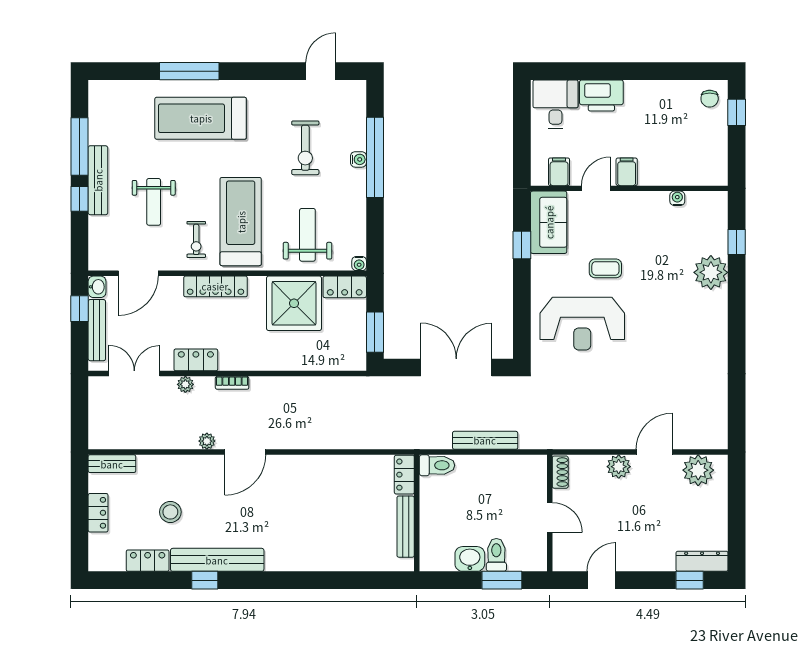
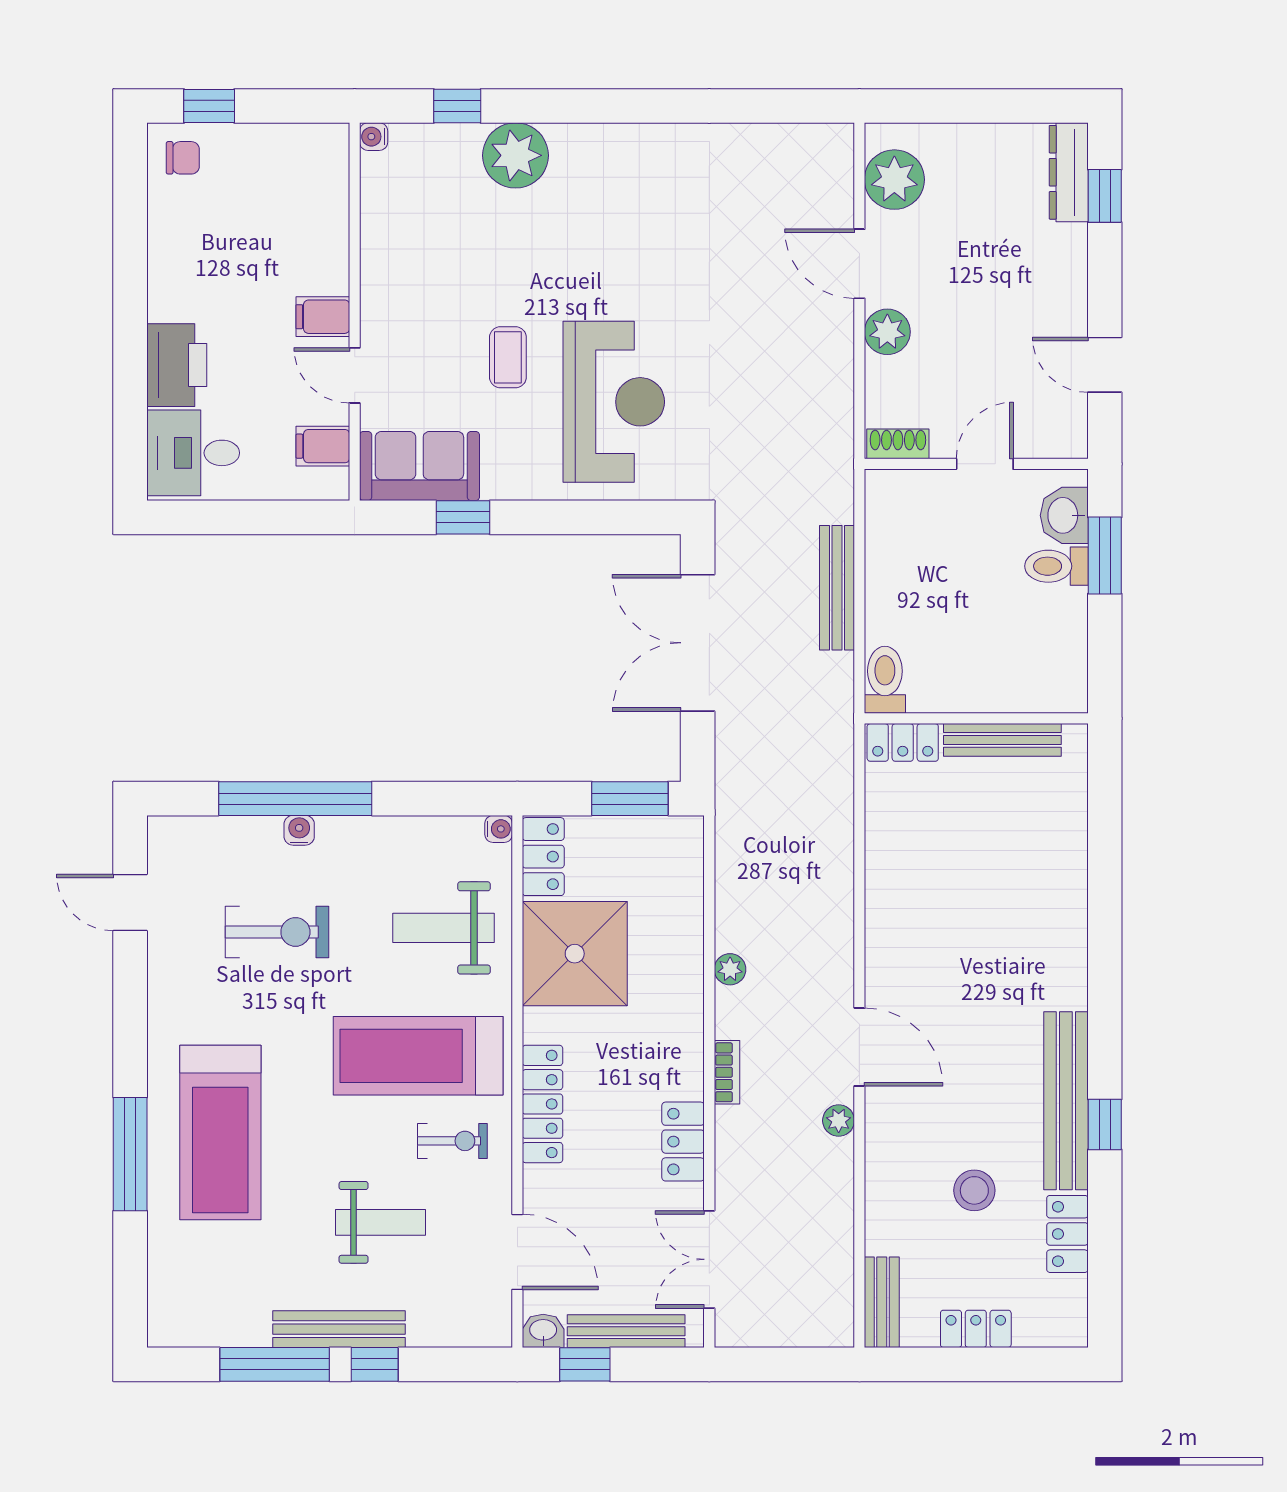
water cooler: (677, 198) -> (374, 137), moved
plant: (185, 384) -> (730, 969), moved
washbasin: (470, 559) -> (1064, 515), moved

